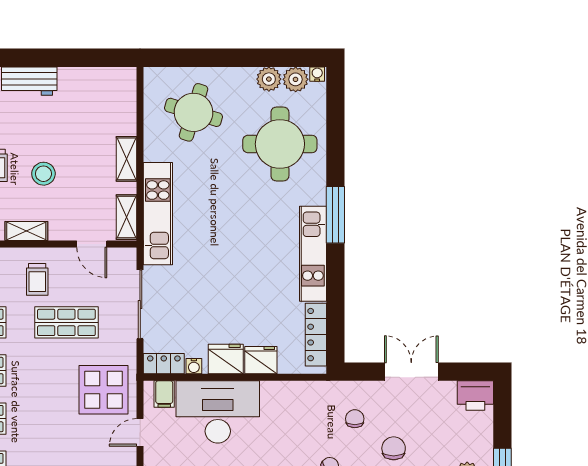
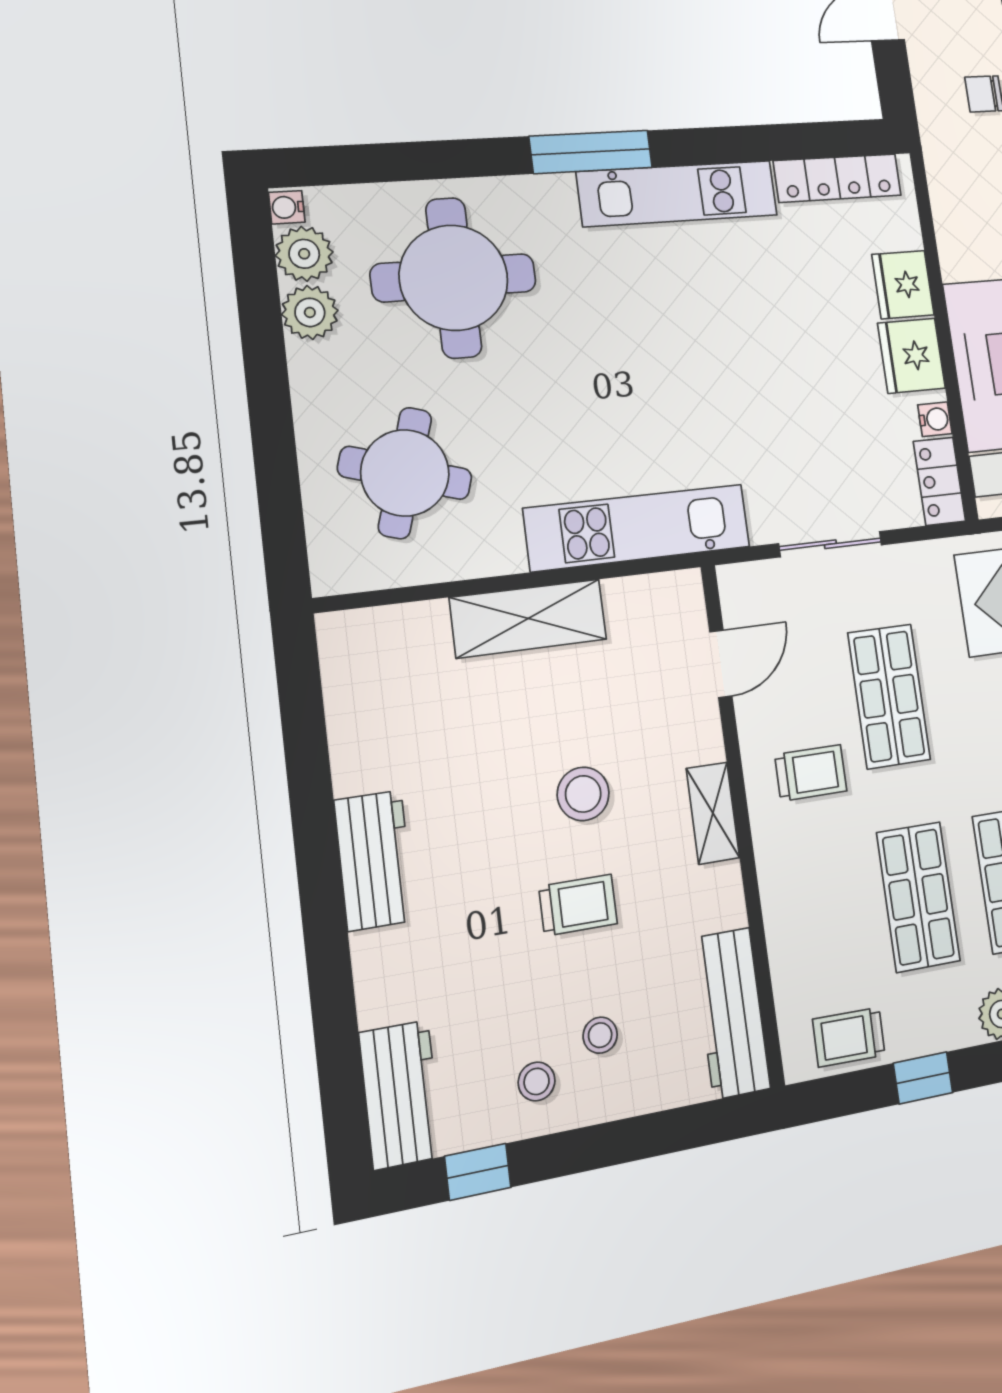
shelving: (126, 159) -> (528, 618), width x1.50, depth x1.33
shelving: (127, 217) -> (654, 595), removed
sliding door: (140, 304) -> (830, 544), width x0.73

